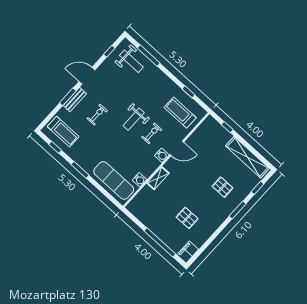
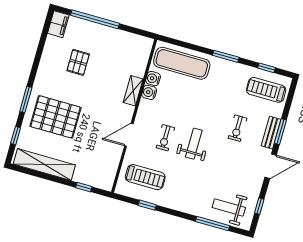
water cooler: (162, 155) -> (149, 92), moved
pallet: (223, 187) -> (55, 117), width x2.05, depth x2.00
pallet: (187, 218) -> (78, 62), turned 90

